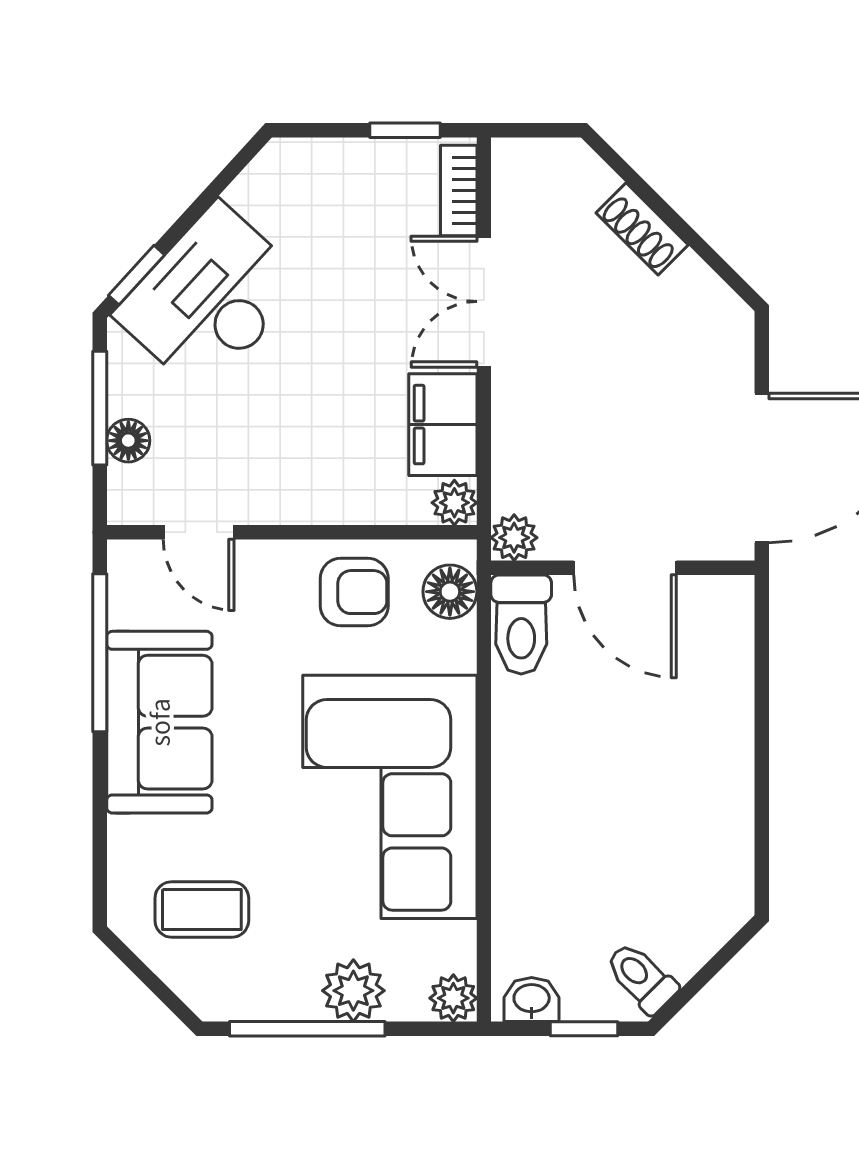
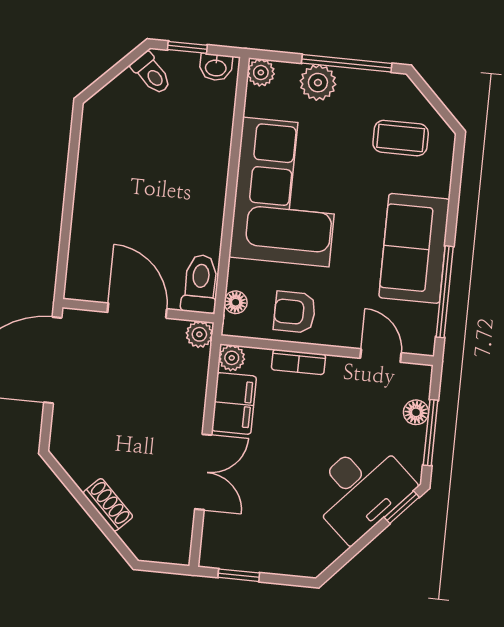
bookcase: (459, 191) -> (298, 362), moved, turned 90
floor lamp: (450, 592) -> (236, 302), width x0.73, depth x0.73

